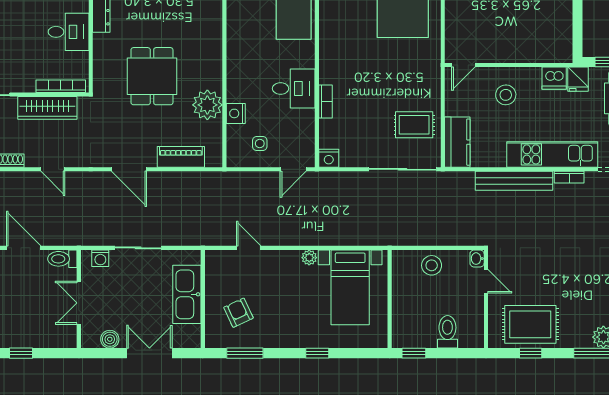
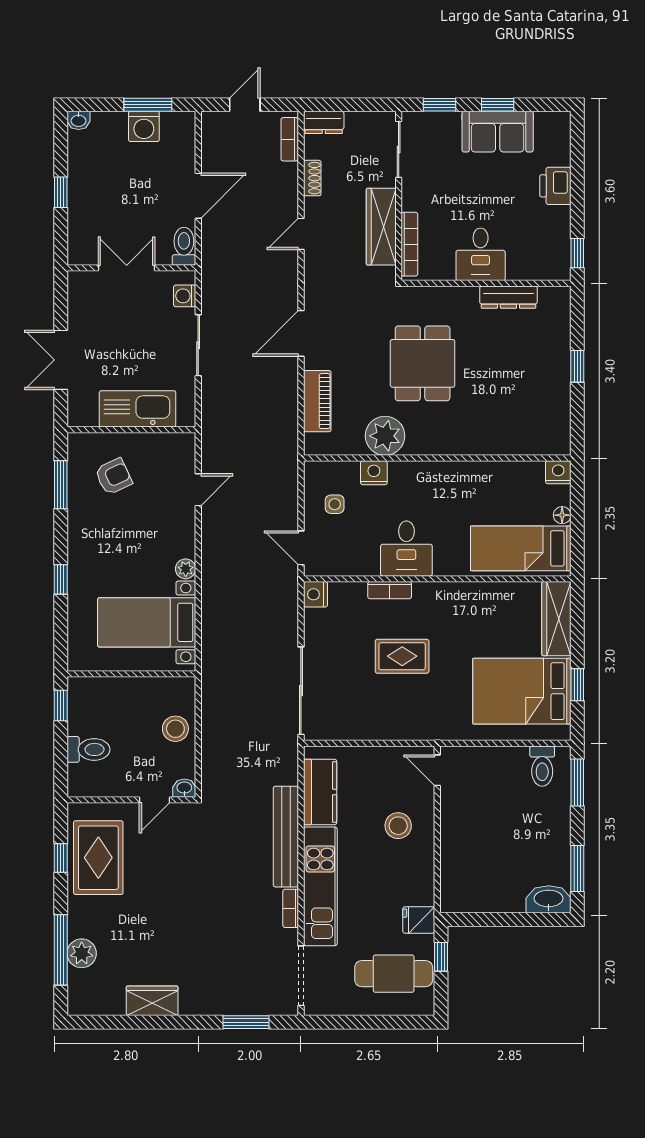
dining table: (152, 76) -> (423, 363), turned 90
dishwasher: (554, 78) -> (420, 889), removed
rug: (414, 125) -> (402, 656), moved, turned 90
kitchen counter: (457, 142) -> (320, 792), moved, turned -90
boiler: (110, 339) -> (79, 308), removed
double door: (149, 353) -> (61, 360), swing flipped

